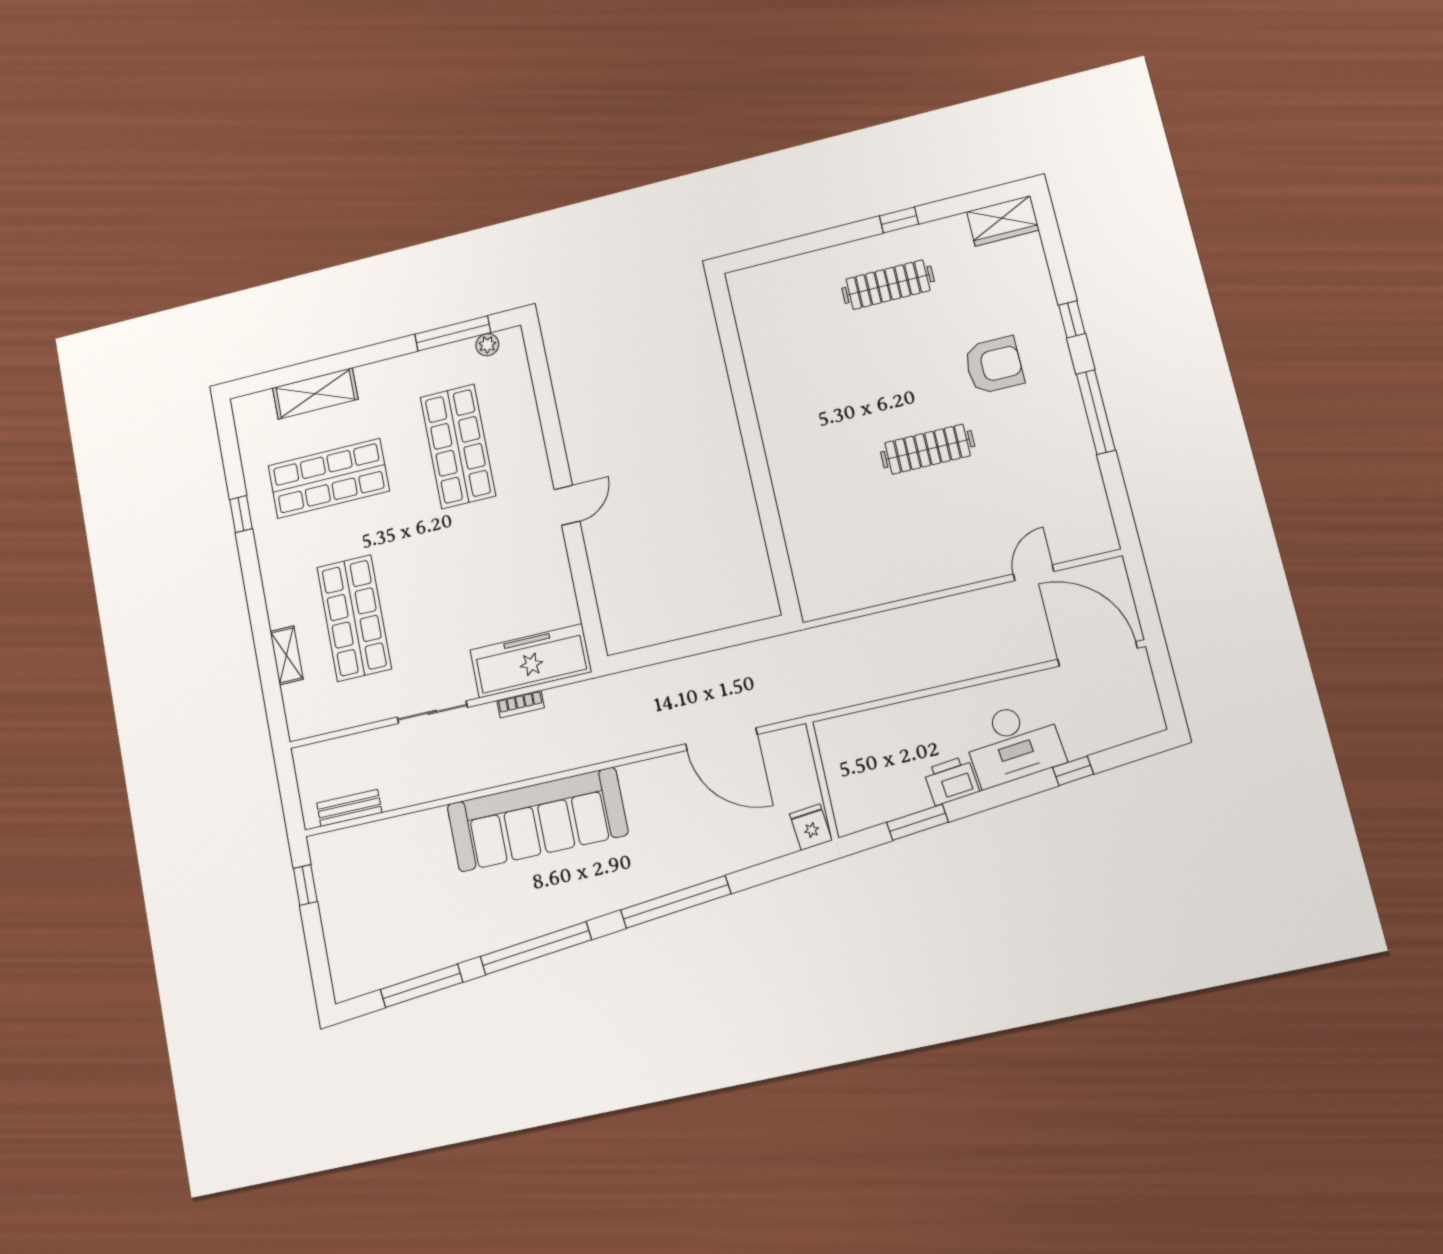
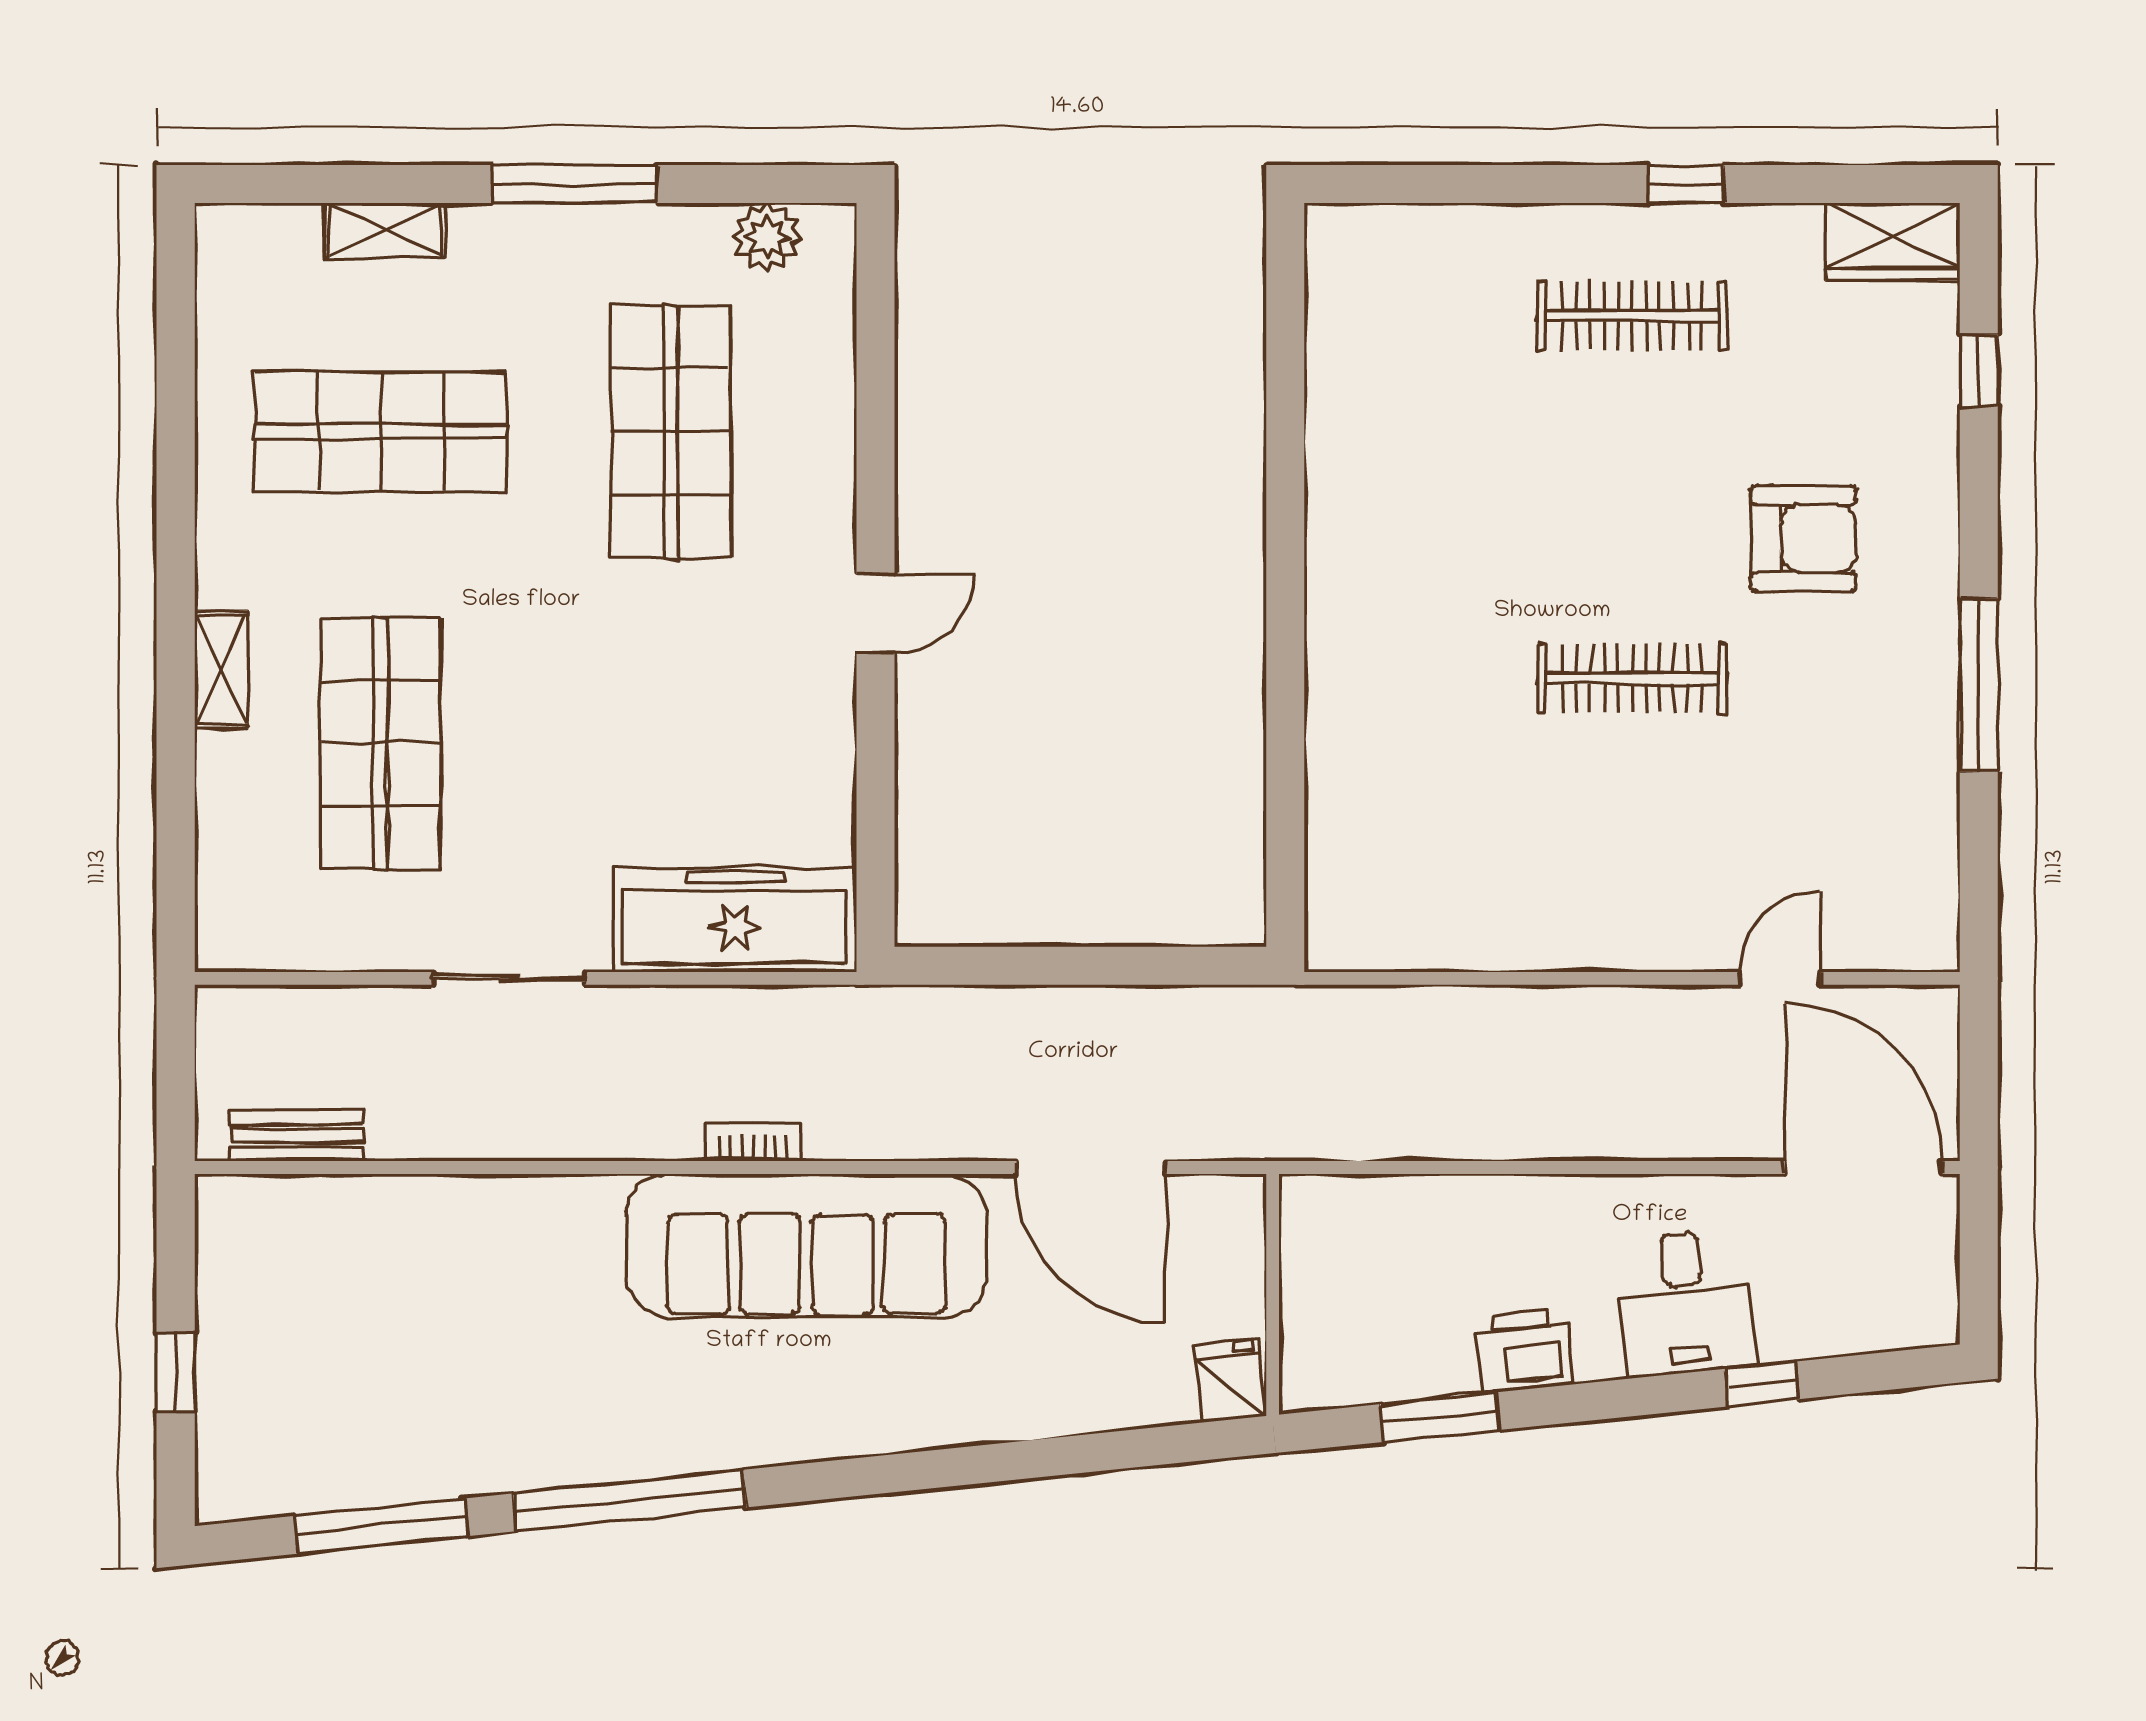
window: (1072, 319) -> (1979, 371), moved
window: (453, 333) -> (574, 184), moved
plant: (487, 345) -> (767, 237), width x1.38, depth x1.38
shelving: (315, 393) -> (385, 230), width x0.67, depth x0.75
window: (241, 514) -> (176, 462), removed
shelving: (287, 655) -> (221, 670), moved
bookcase: (521, 704) -> (753, 1142), moved, turned 180
desk: (1013, 743) -> (1685, 1303), width x0.73
sofa: (537, 820) -> (806, 1245), moved
window: (305, 885) -> (176, 1372), moved
window: (676, 902) -> (930, 1470), removed

